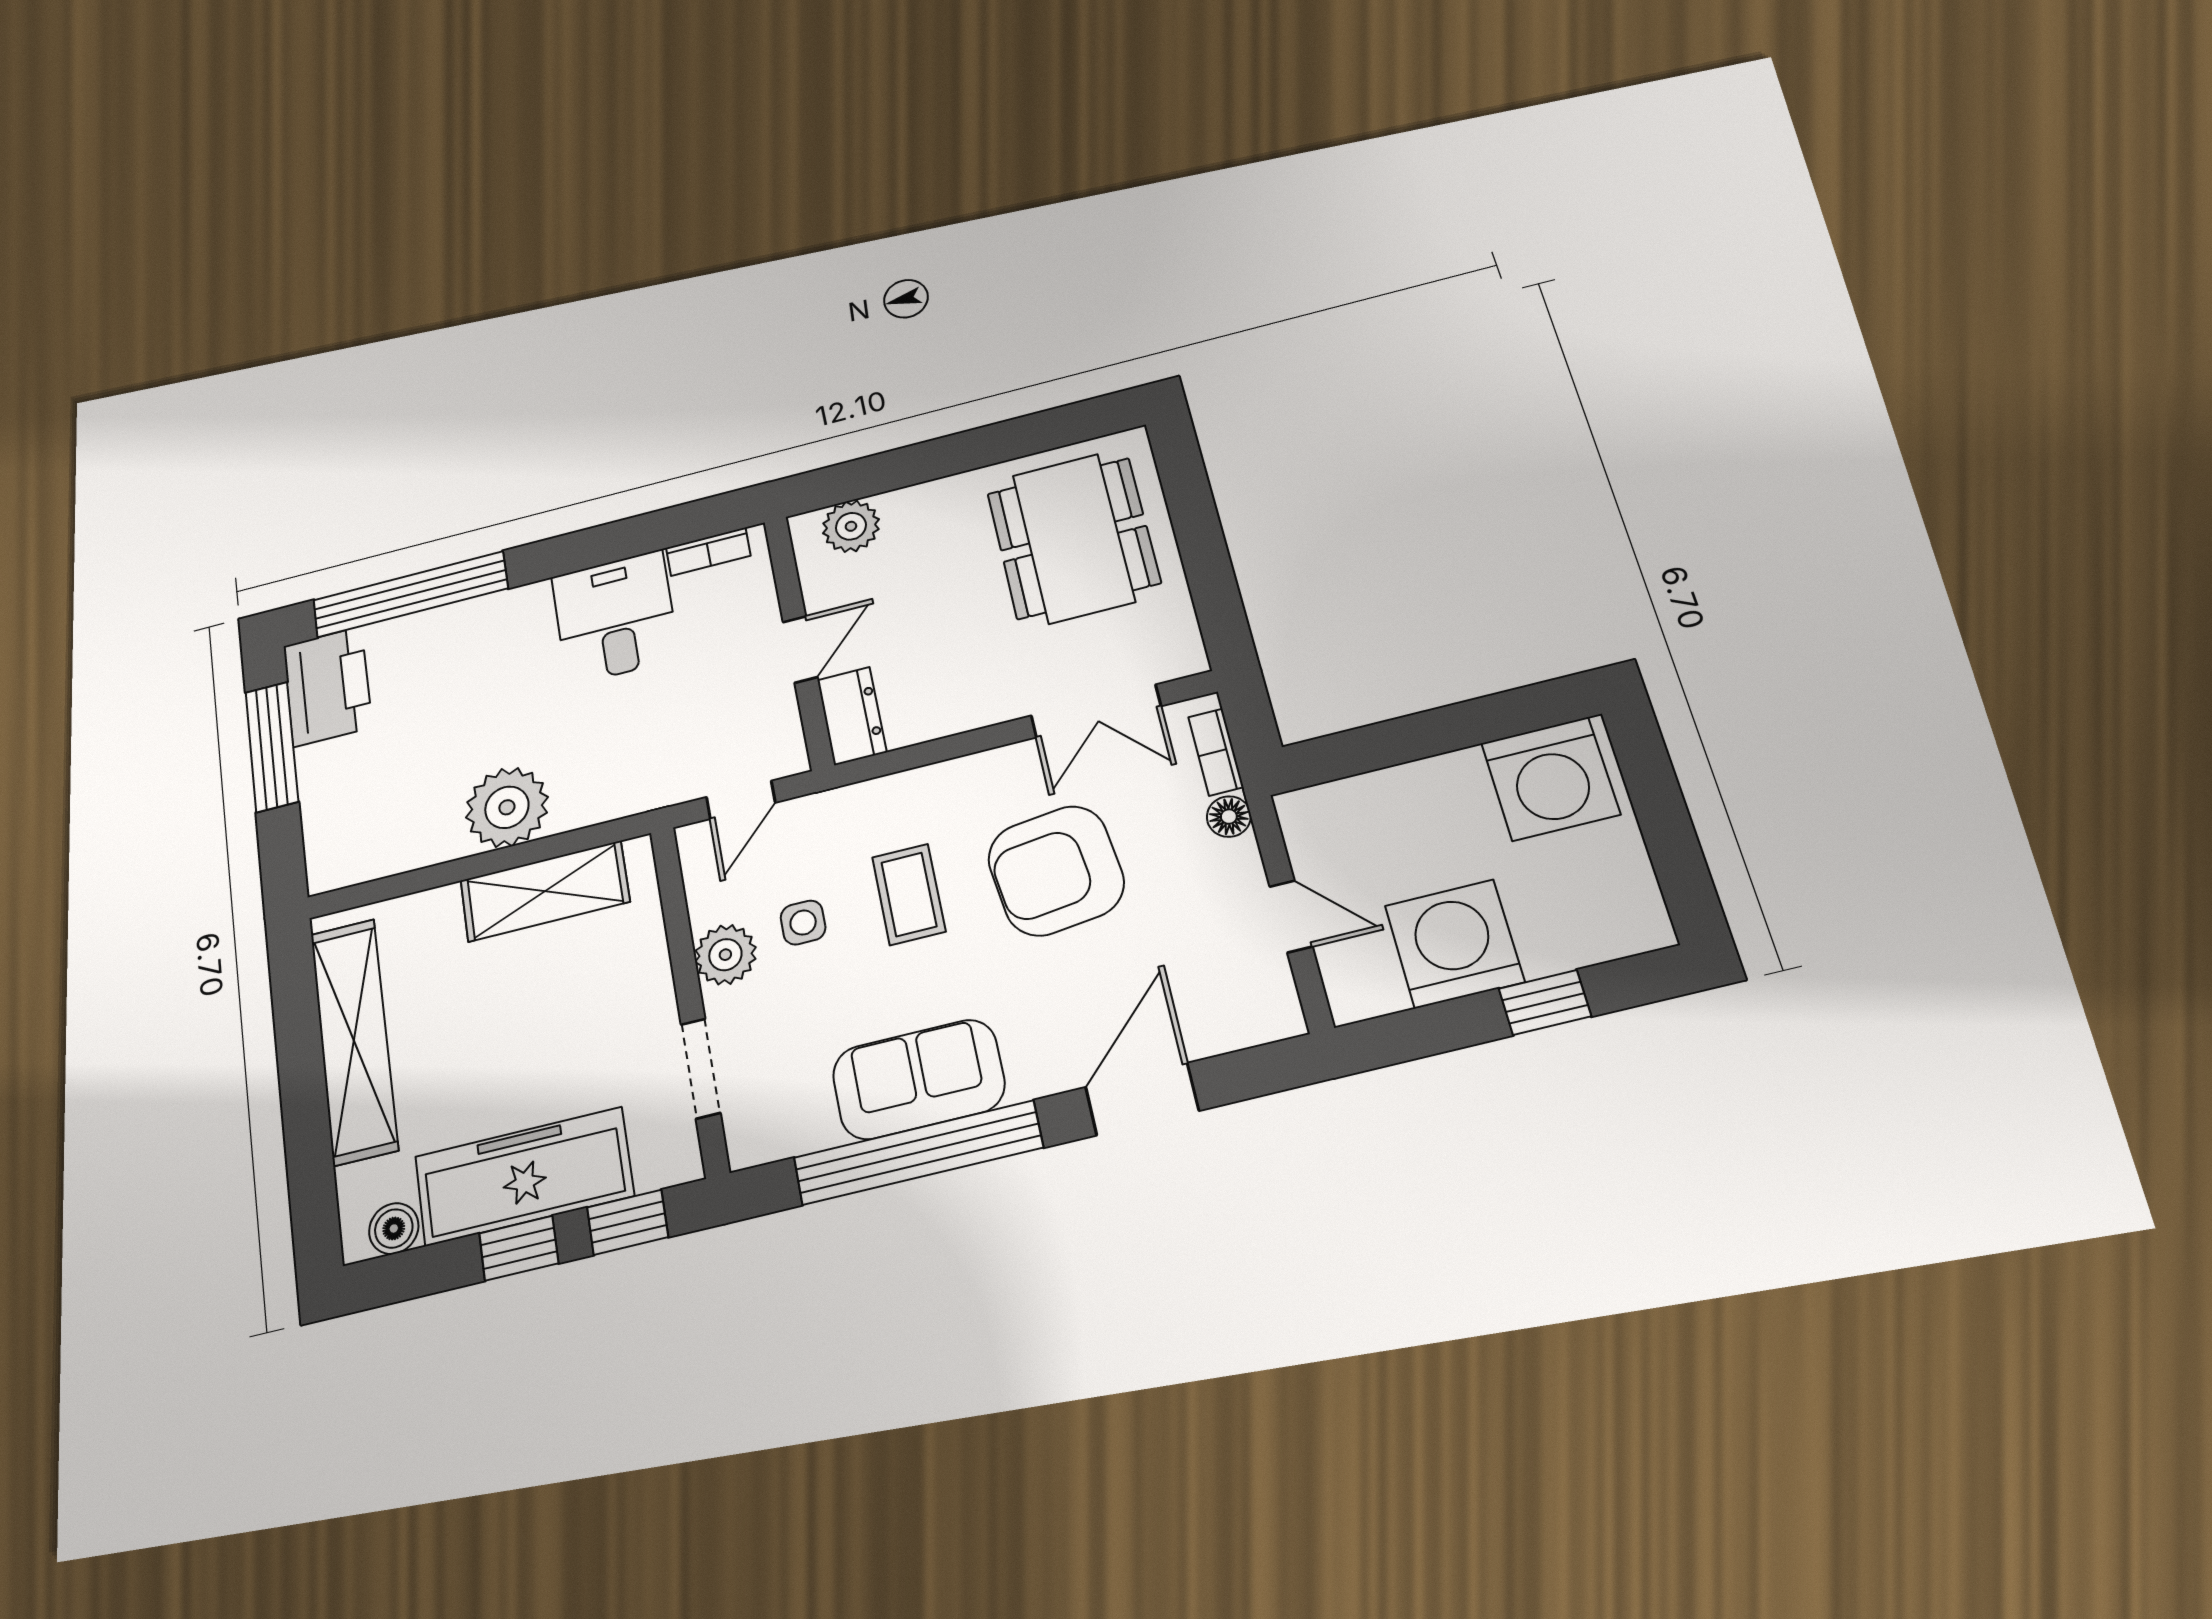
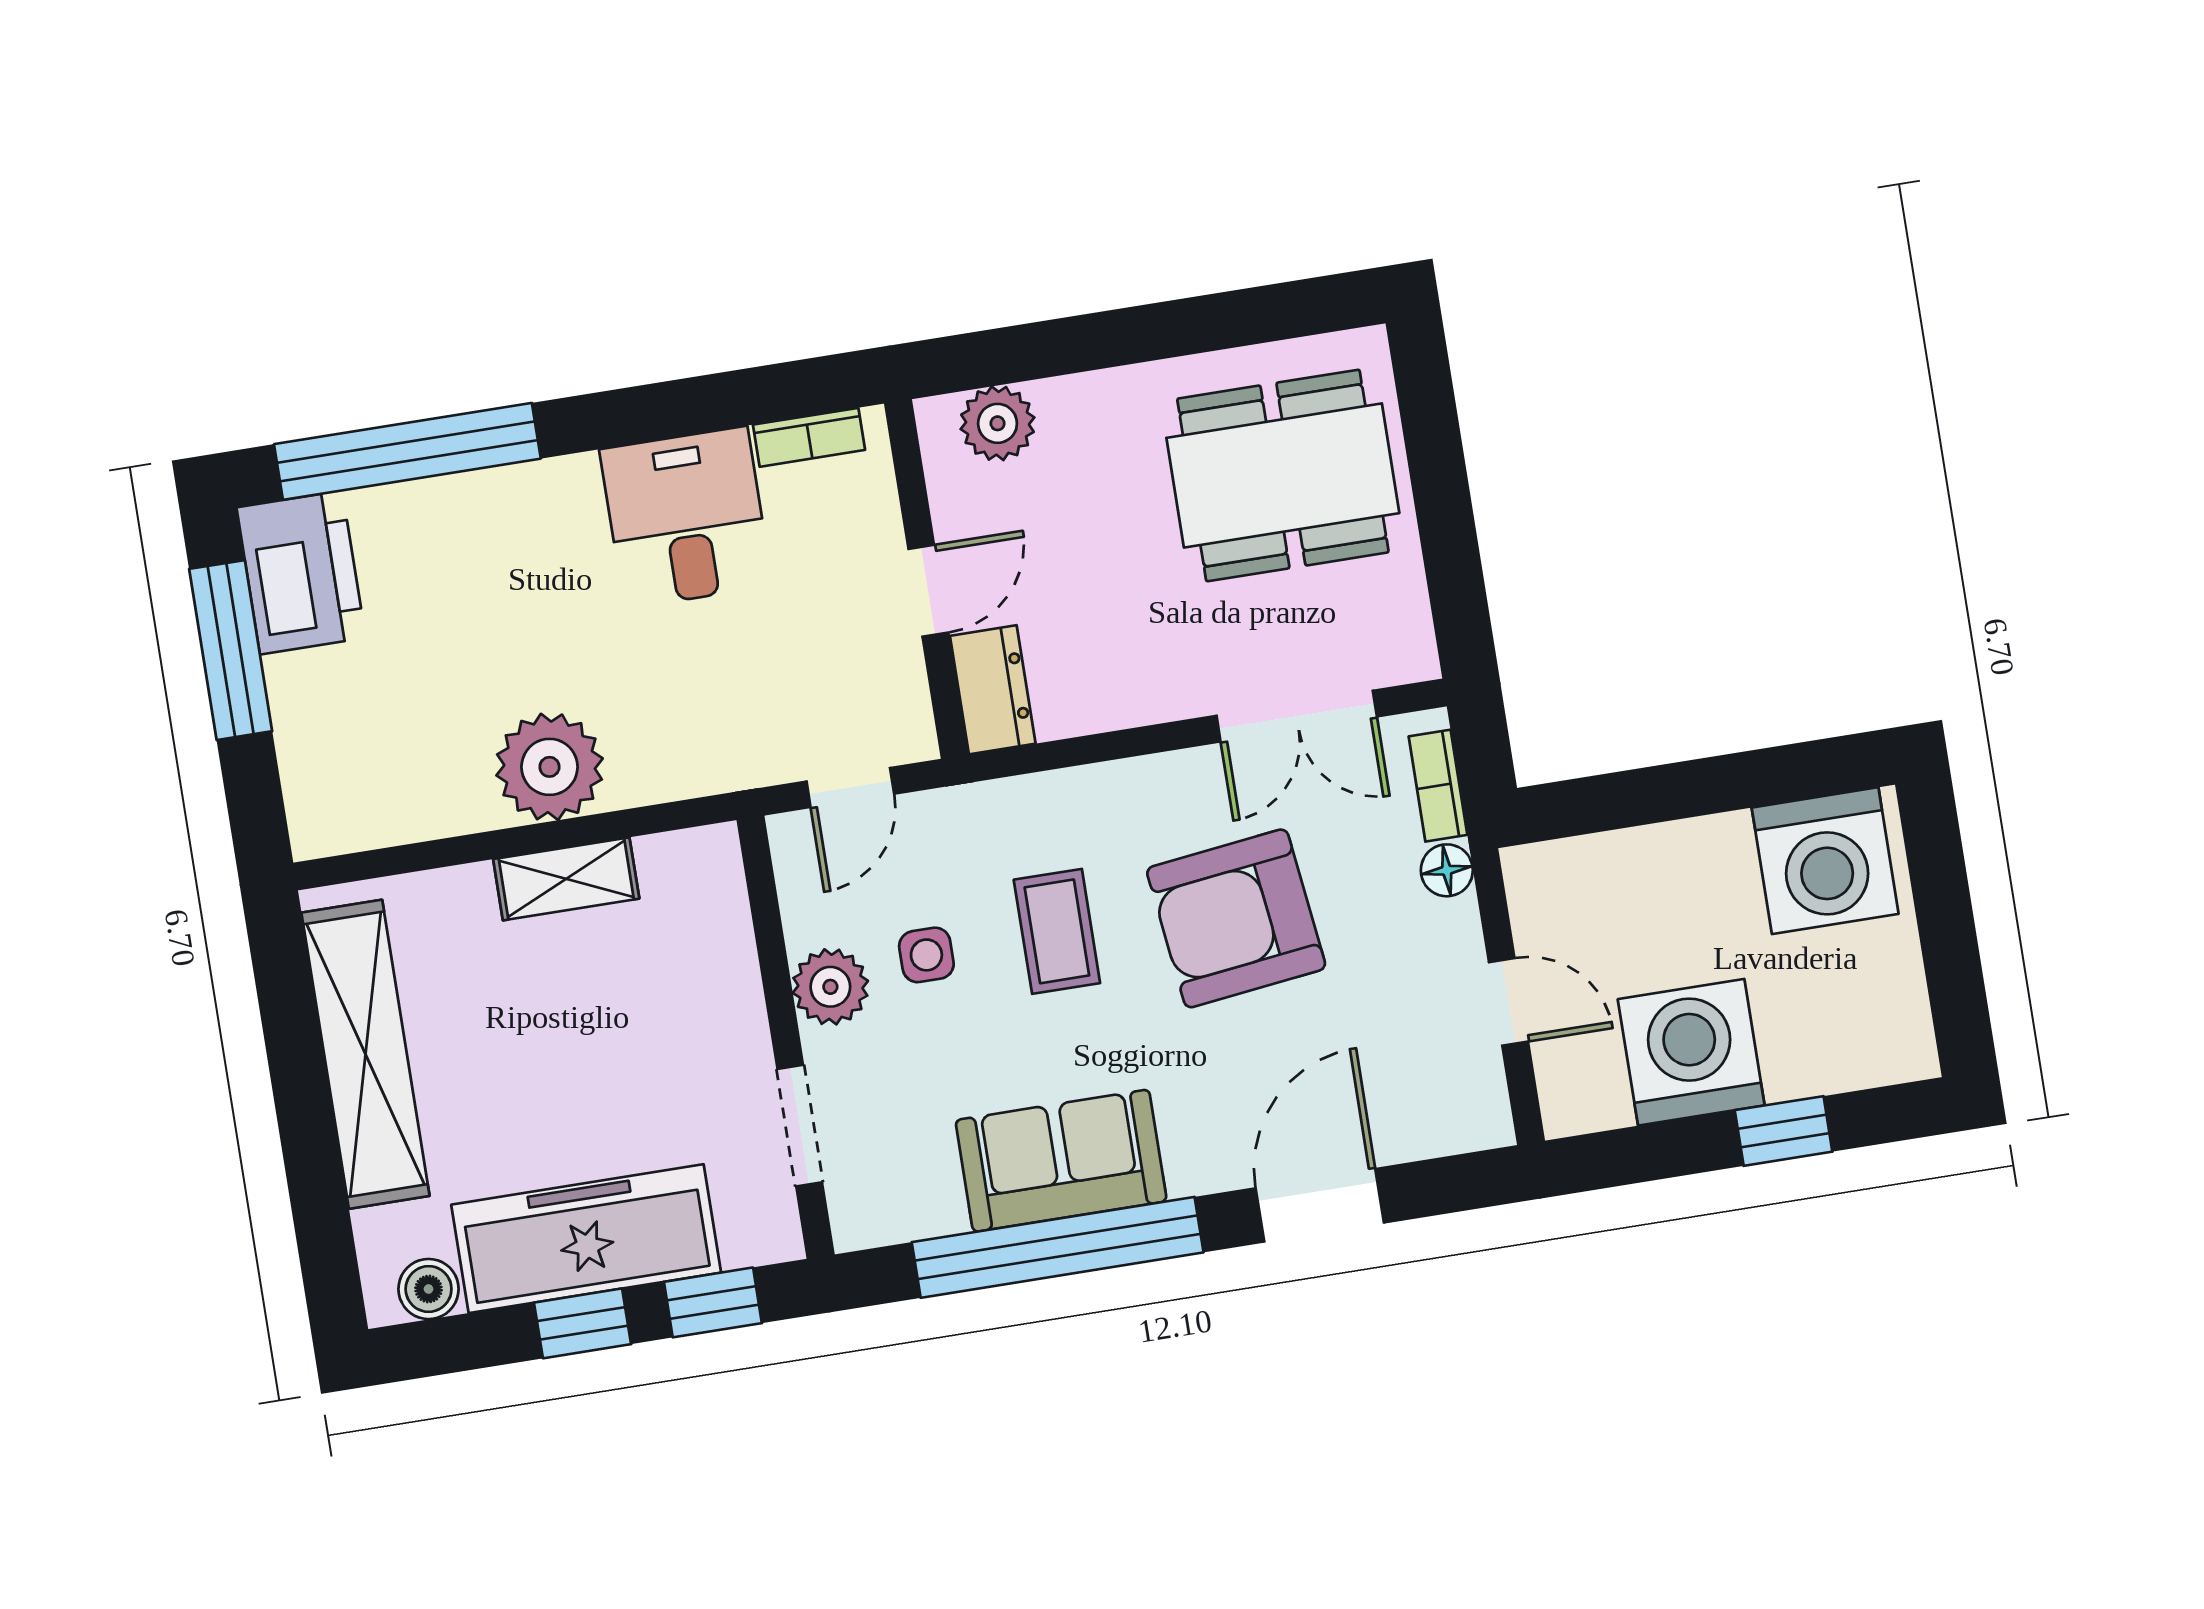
dining table: (1073, 538) -> (1283, 475), turned 90
shelving: (545, 891) -> (566, 879), width x0.67, depth x0.75

